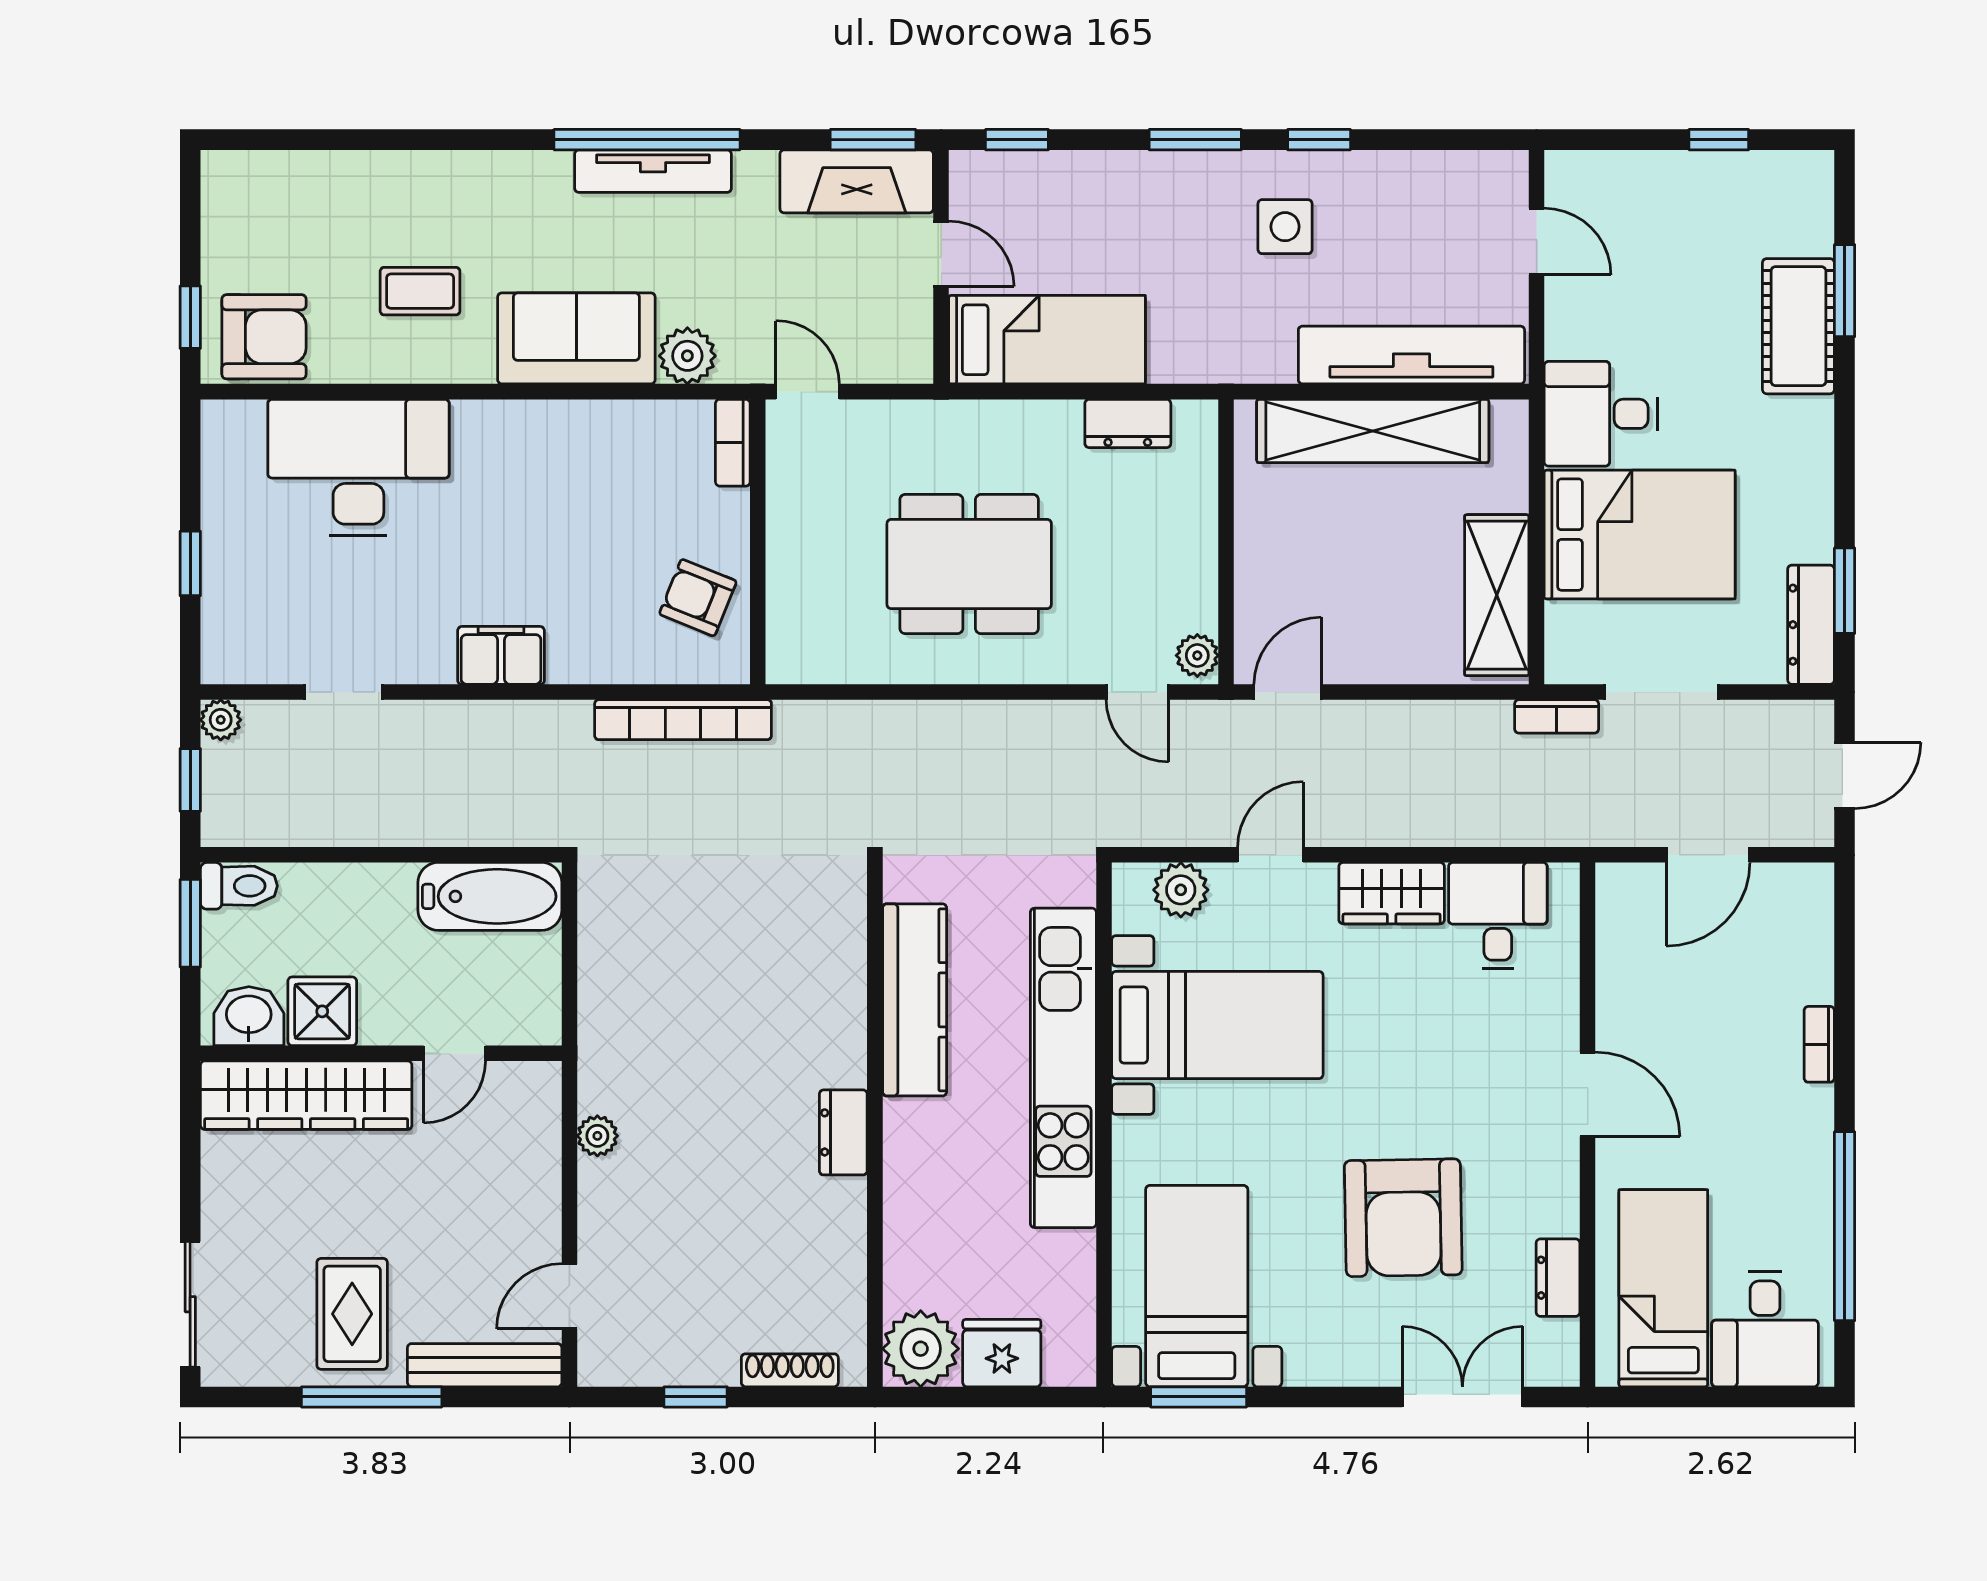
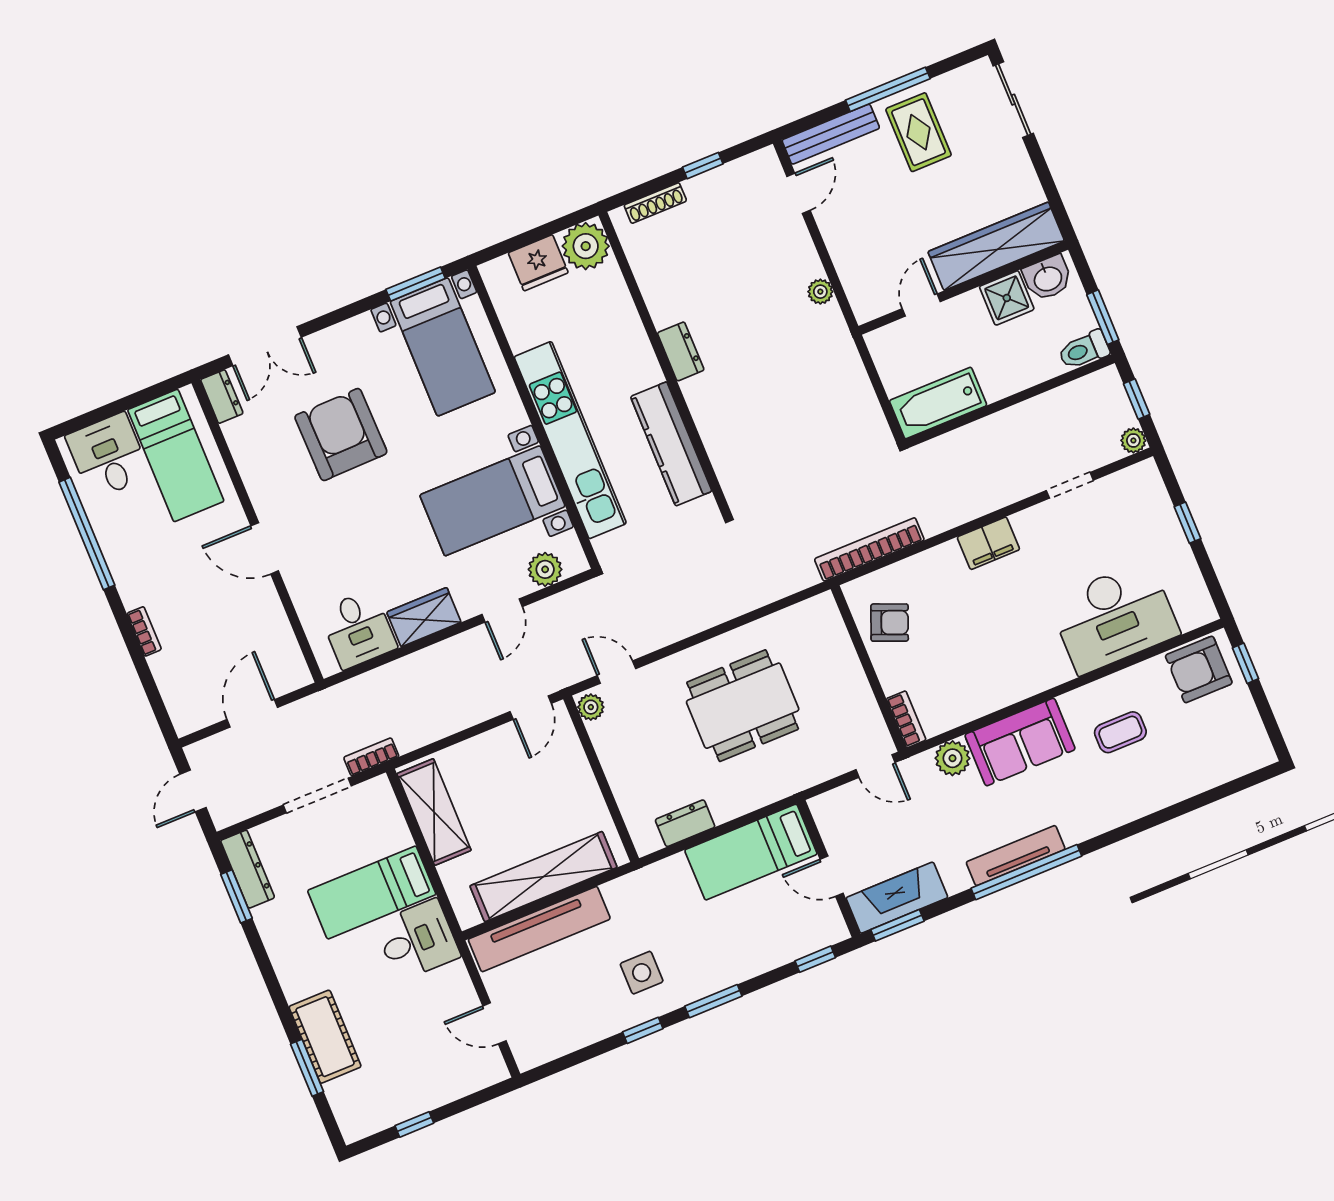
bed: (1640, 535) -> (372, 893), width x0.67
dresser: (1558, 1278) -> (222, 397), moved

